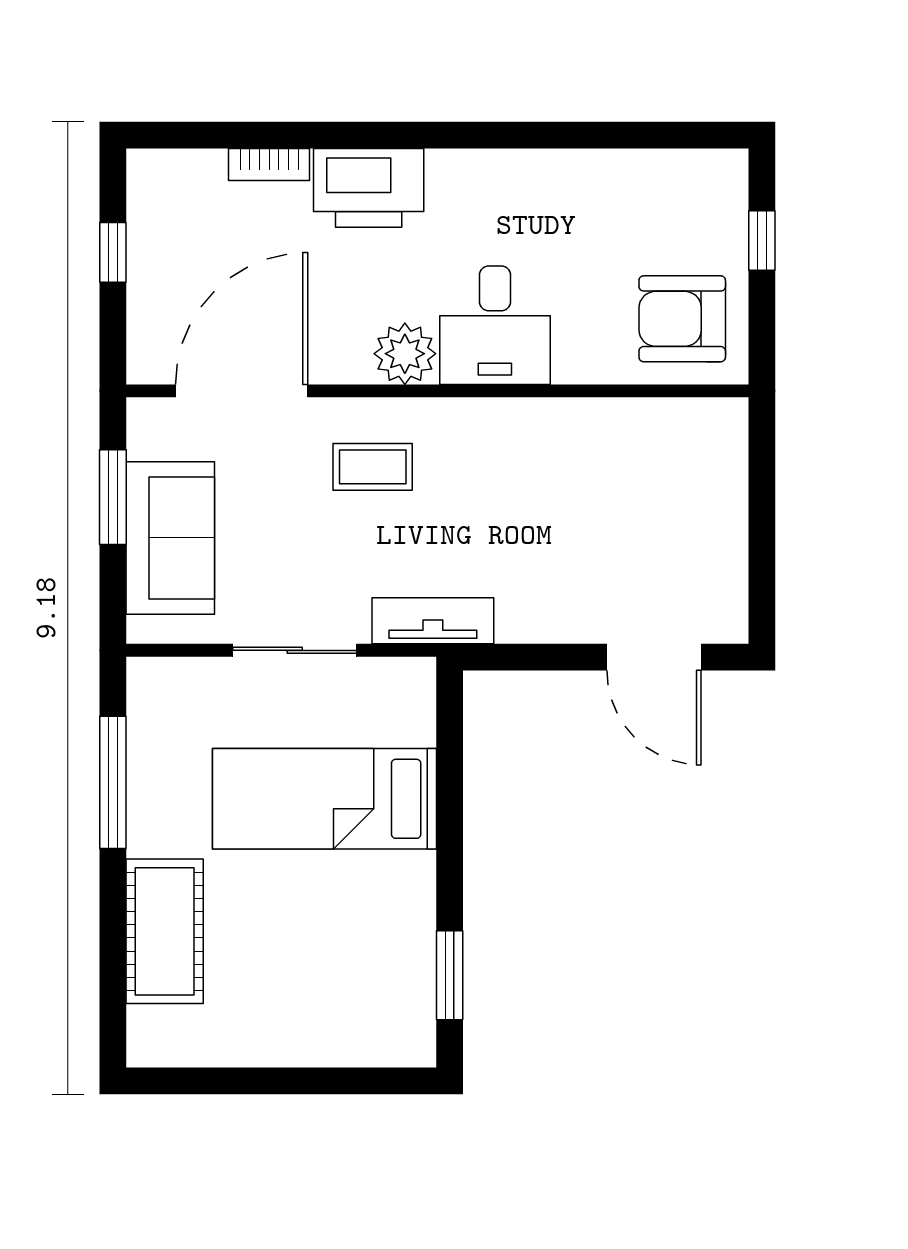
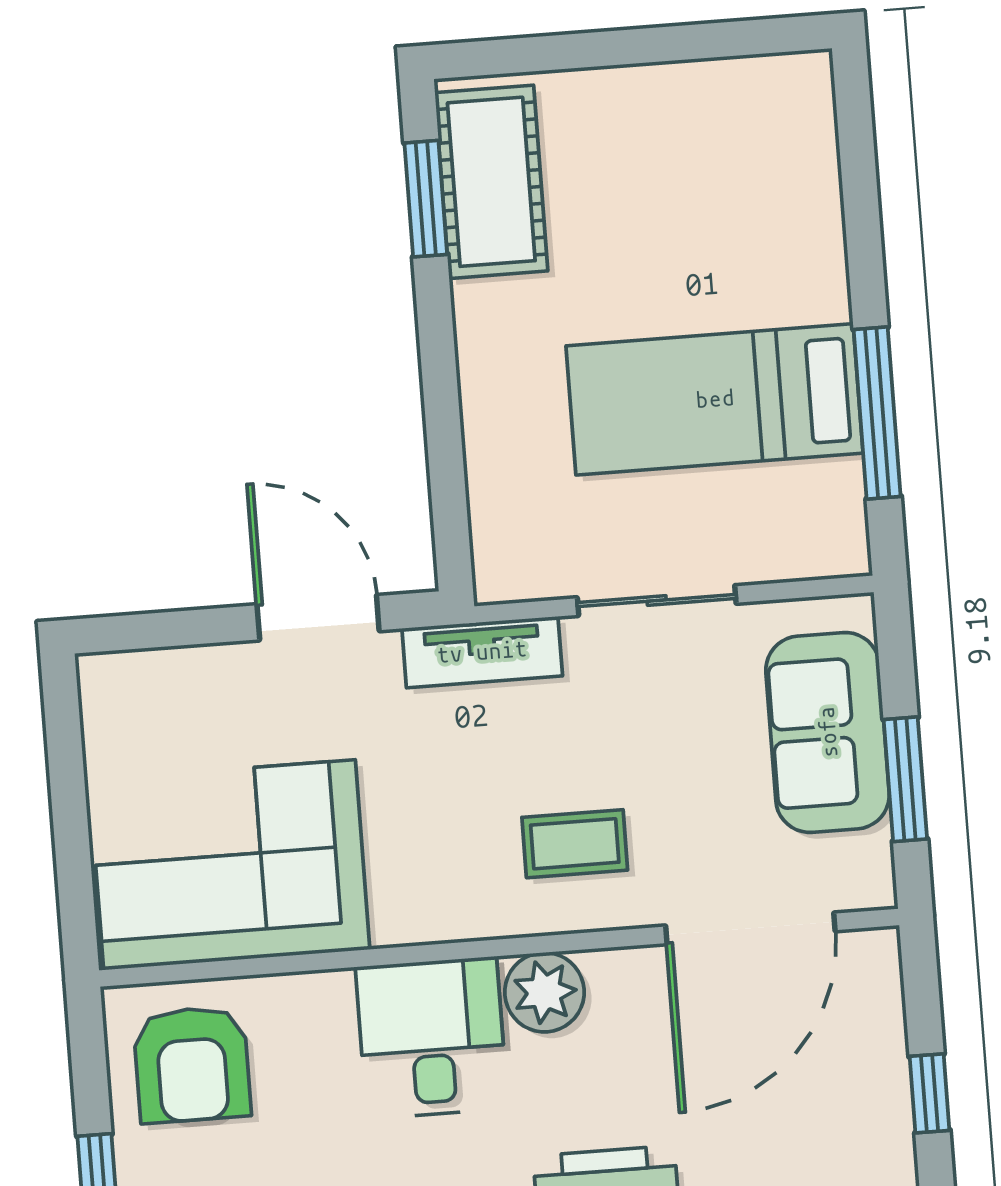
armchair: (682, 319) -> (192, 1064), turned 90
corner sofa: (641, 471) -> (229, 865), added
door: (654, 657) -> (318, 618), moved
bed: (324, 799) -> (715, 399), moved, turned 180
cot: (165, 931) -> (491, 182), moved

